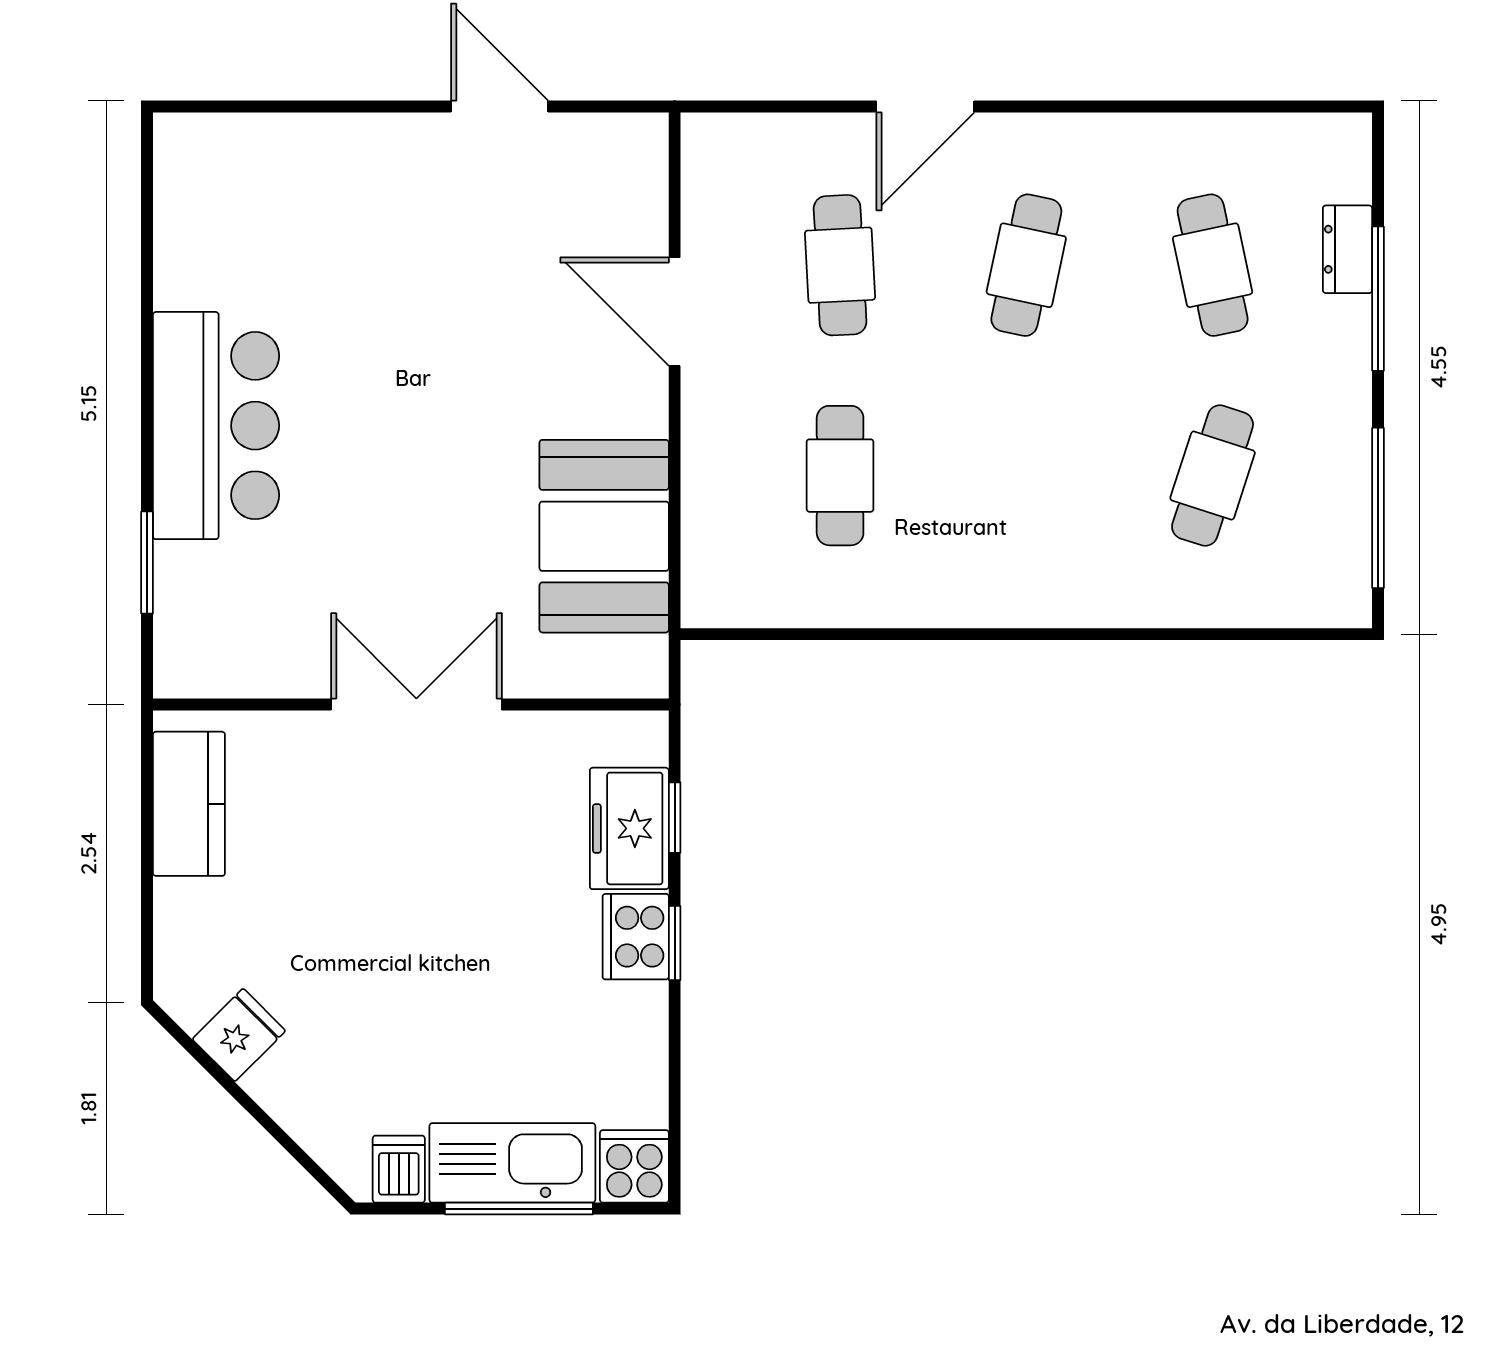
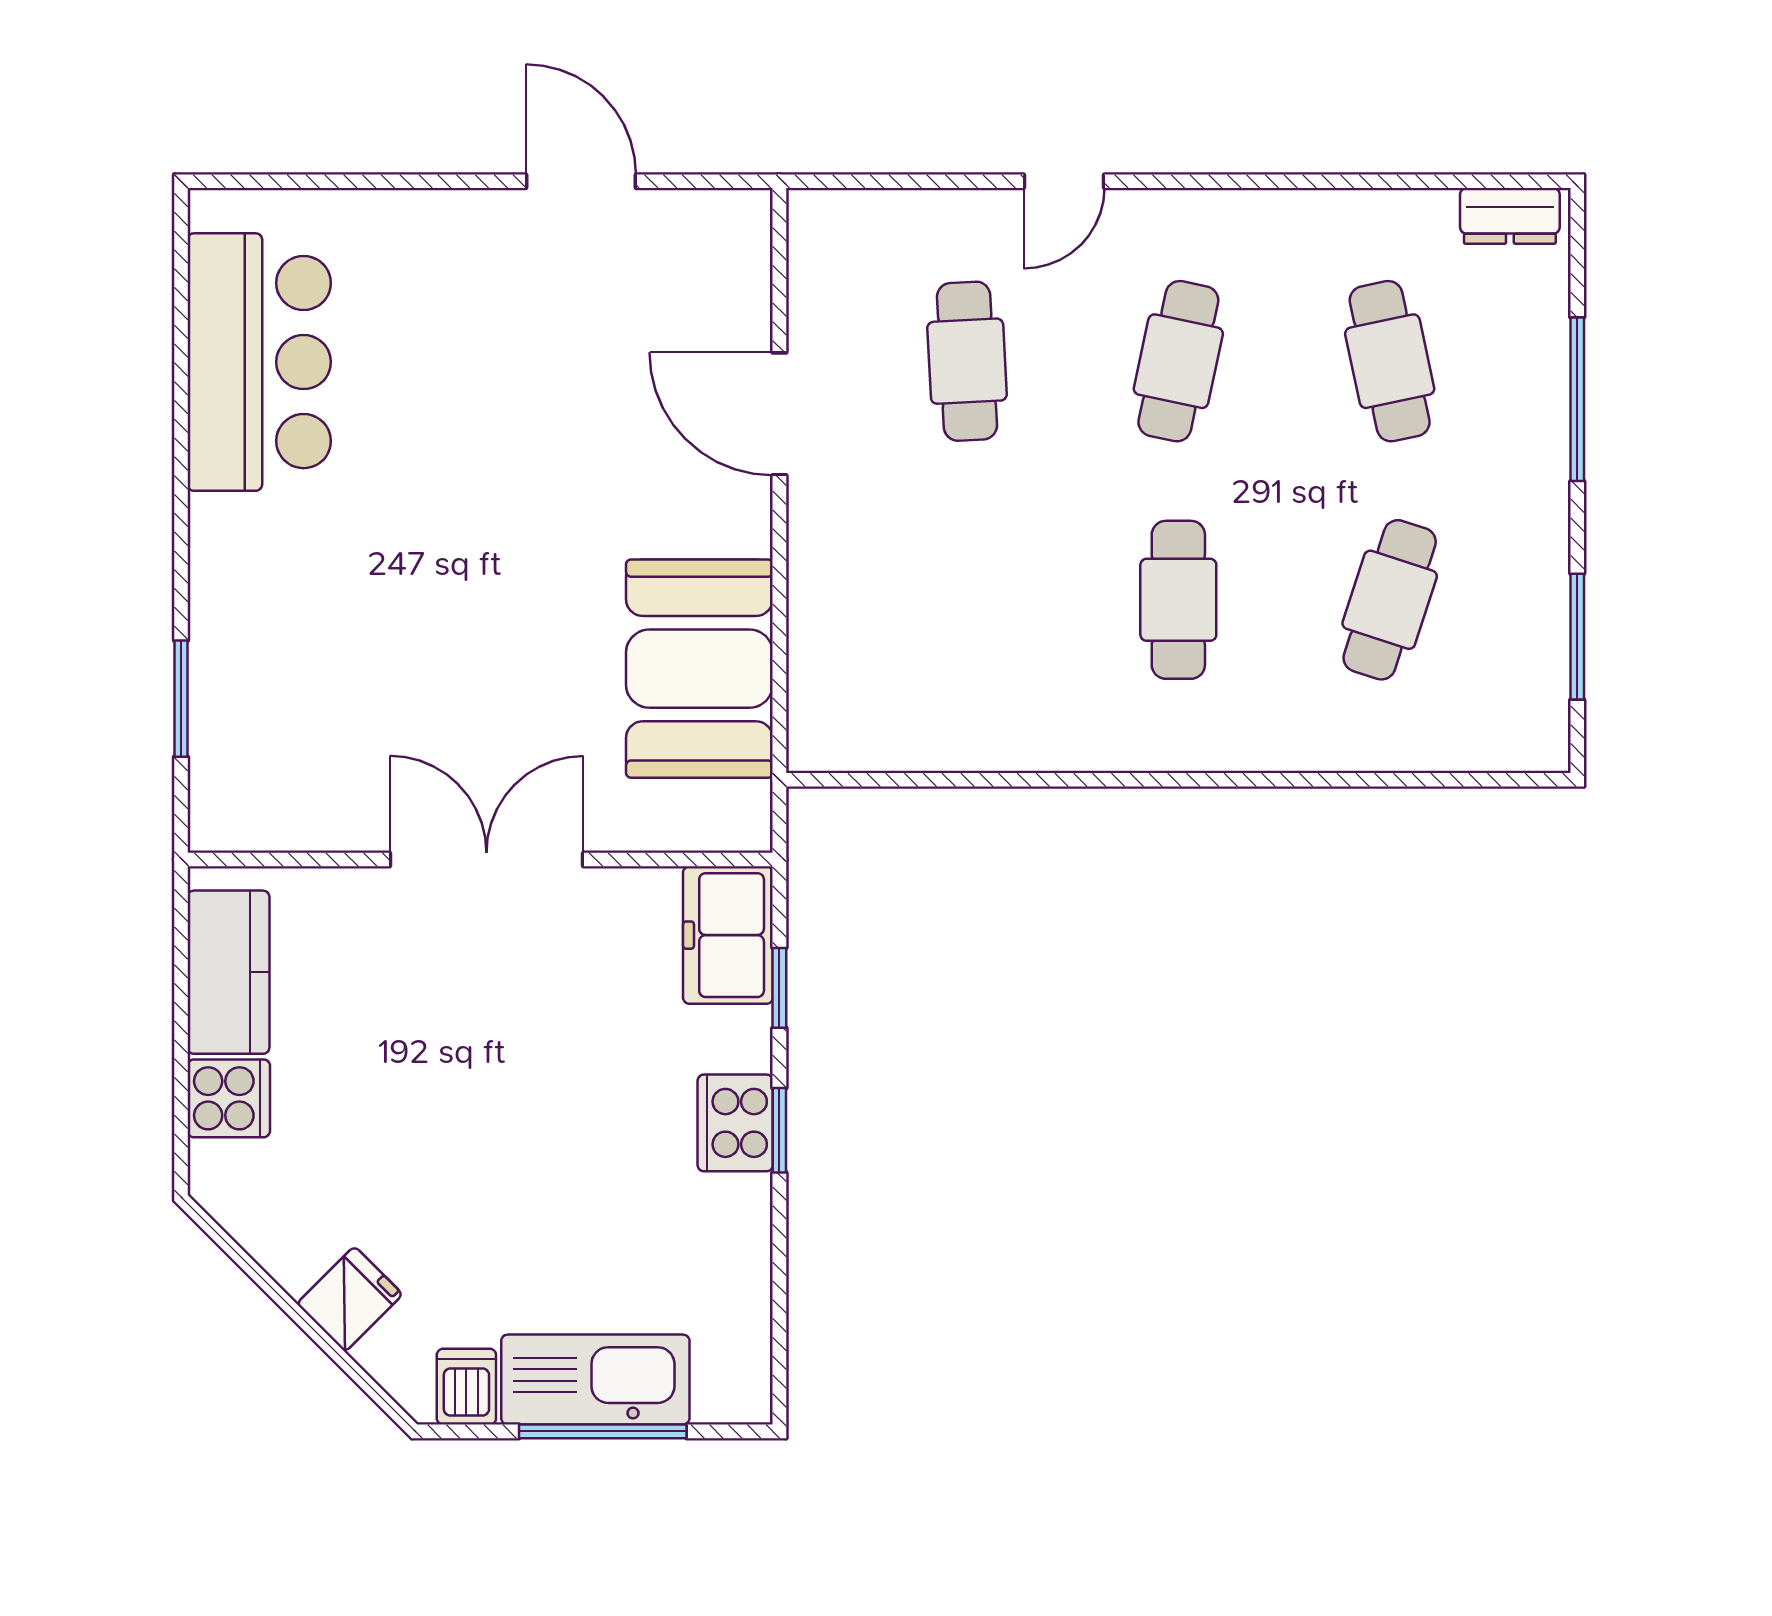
door: (925, 107) -> (1064, 181), width x0.73
dresser: (1348, 249) -> (1510, 216), moved, turned -90
bar counter: (216, 426) -> (259, 362), moved
cafe table: (840, 476) -> (1178, 600), moved
window: (1378, 508) -> (1577, 637), width x0.69
freezer: (629, 828) -> (728, 935), moved
fridge: (239, 1035) -> (350, 1299), moved
cooker: (634, 1166) -> (229, 1098), moved, turned 90

